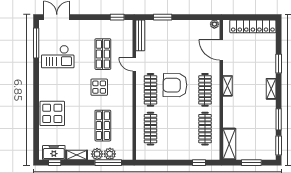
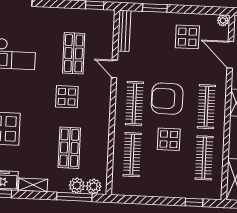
display table: (188, 38) -> (187, 37), added
display table: (178, 116) -> (169, 139), added
plant: (97, 154) -> (94, 186), moved

